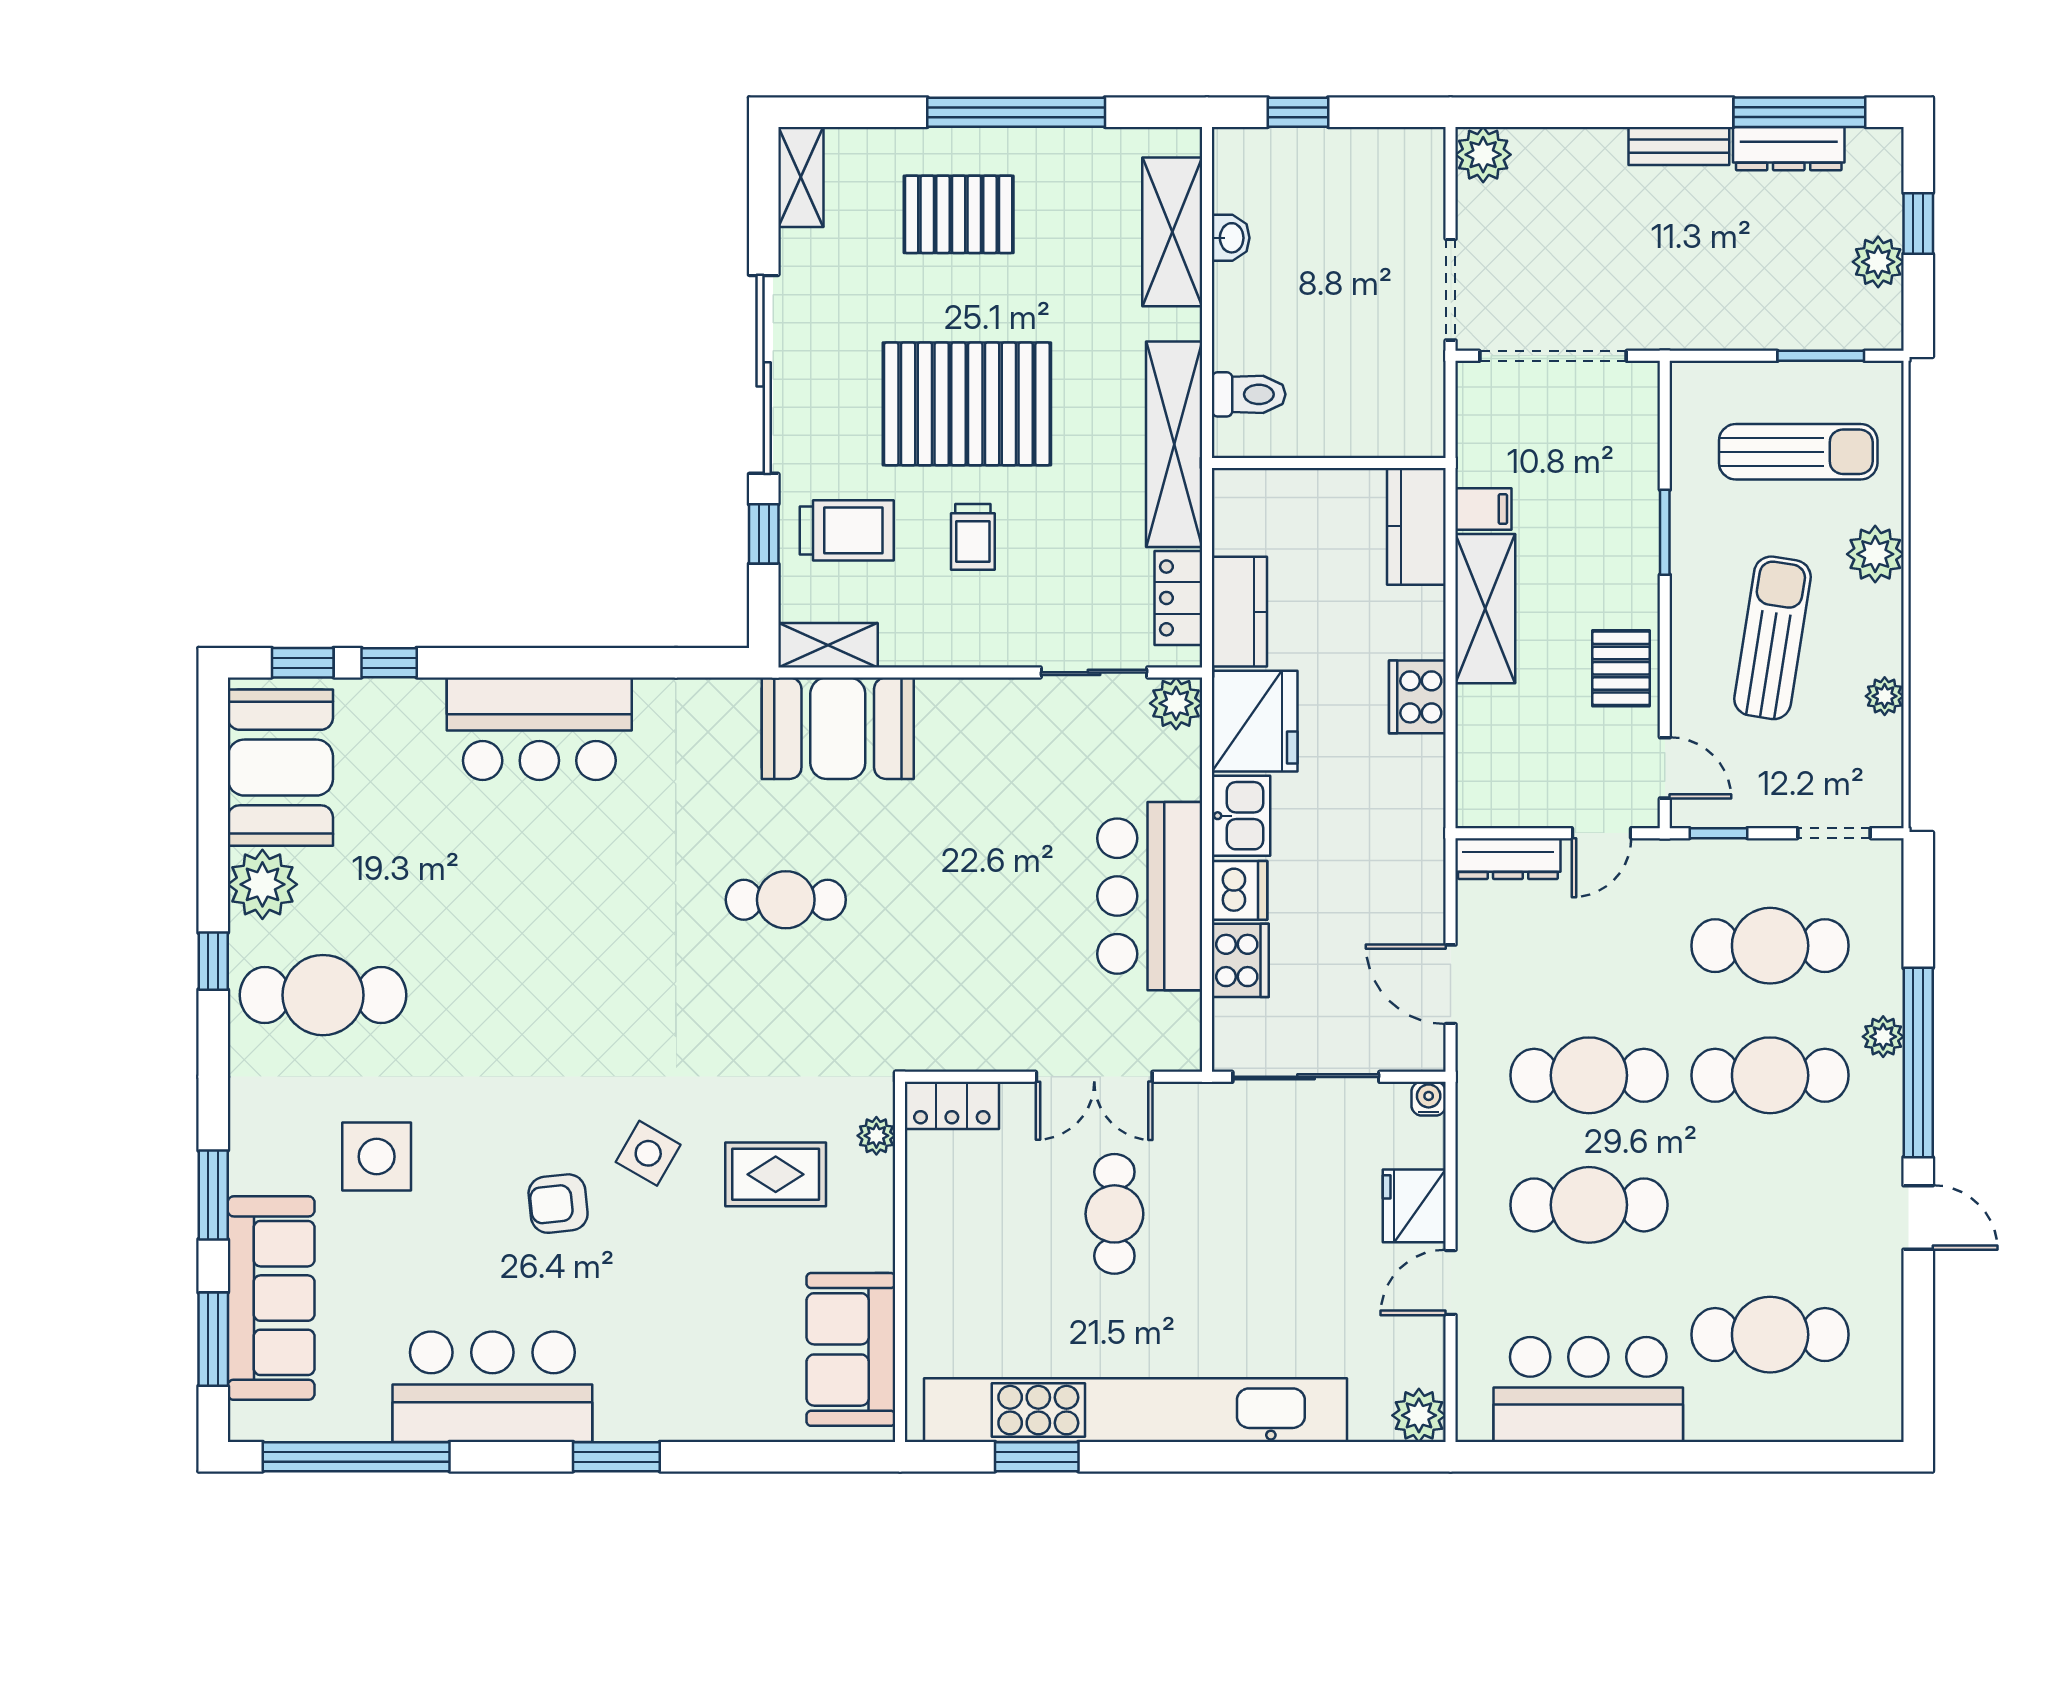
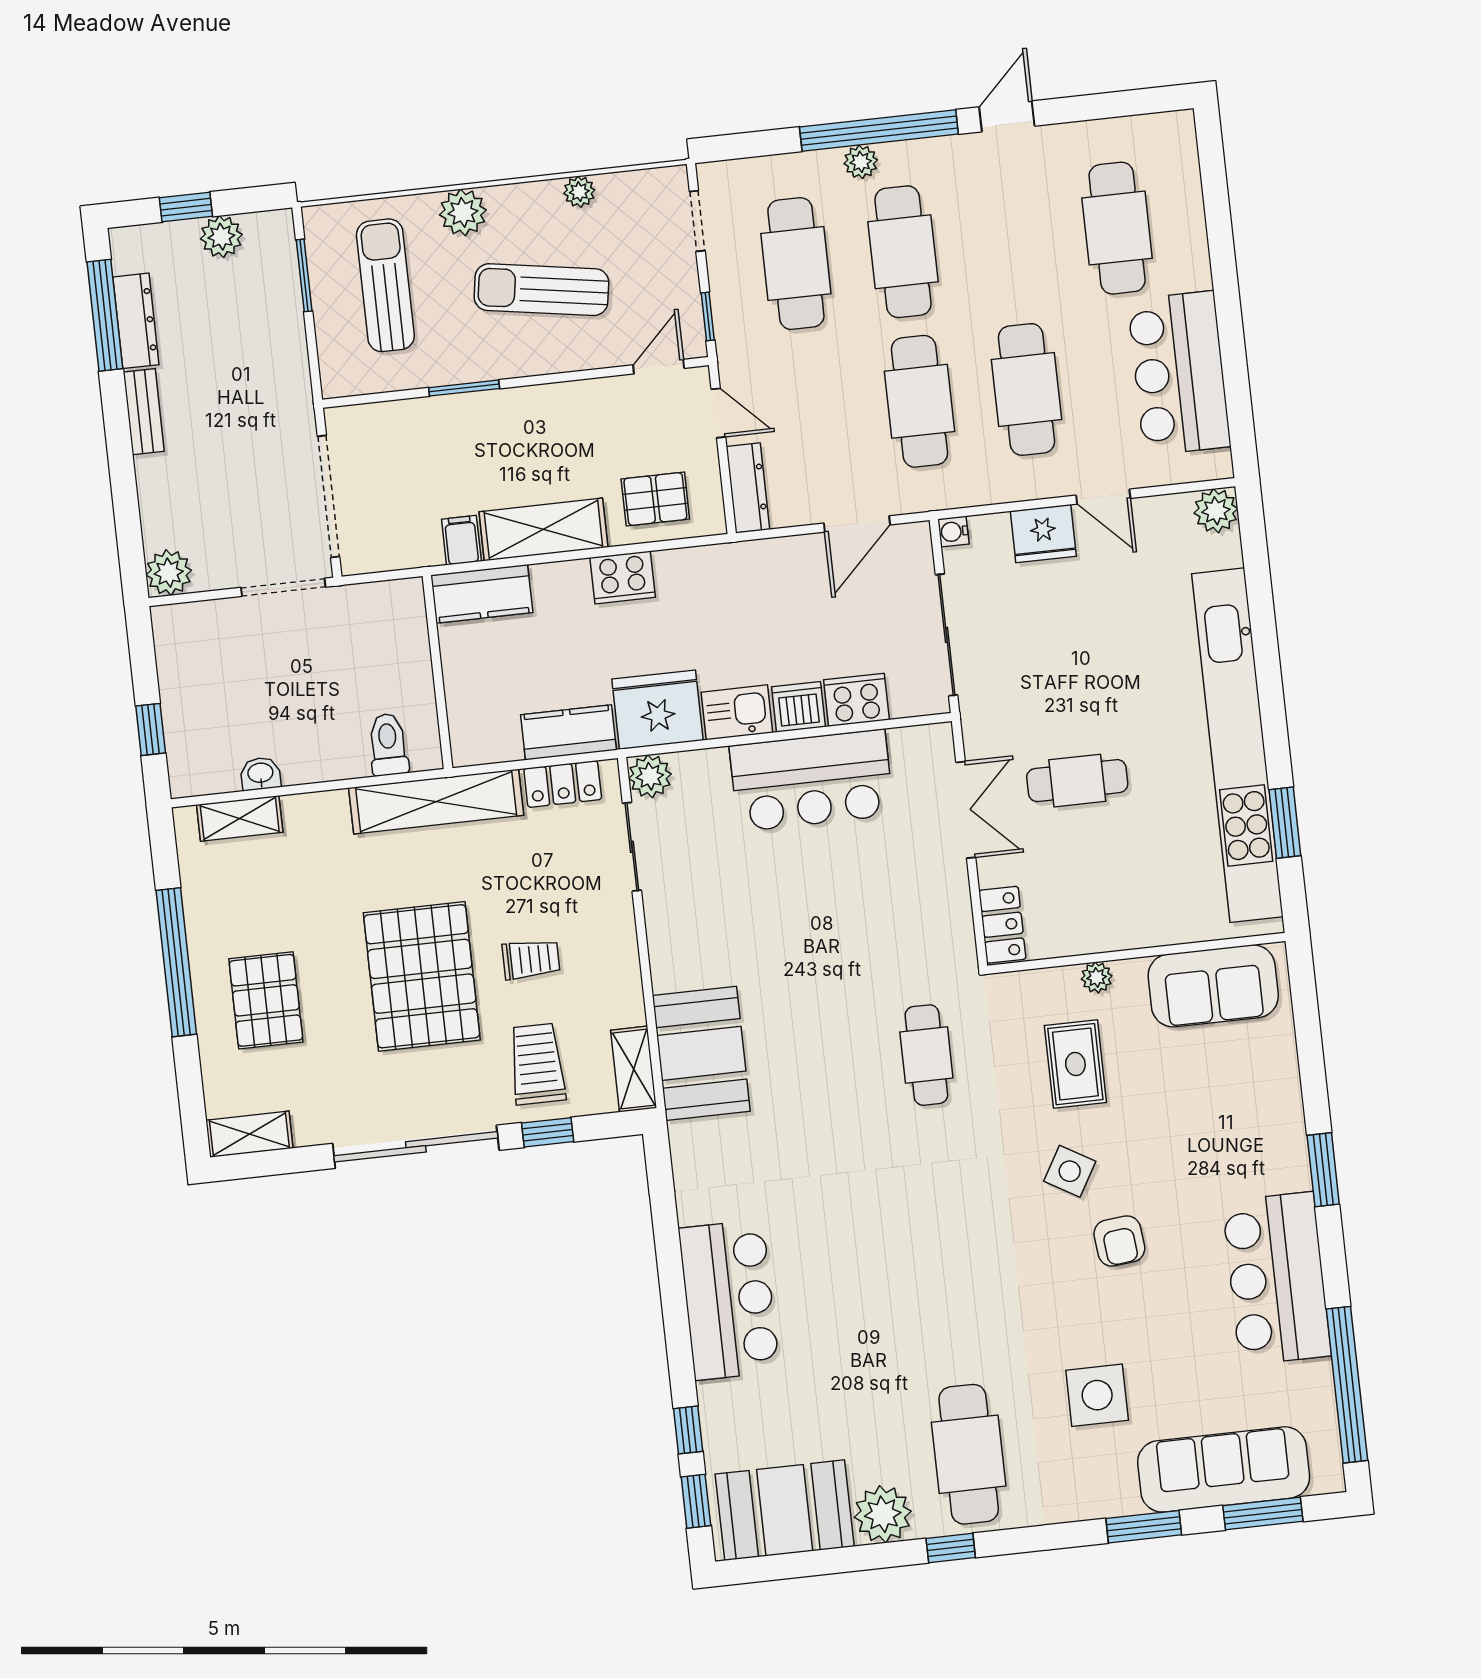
shelving: (1172, 232) -> (240, 818), width x0.67, depth x0.75
pallet: (1621, 668) -> (655, 499), moved
cafe table: (786, 900) -> (926, 1055), moved
plant: (876, 1136) -> (1097, 977), moved

